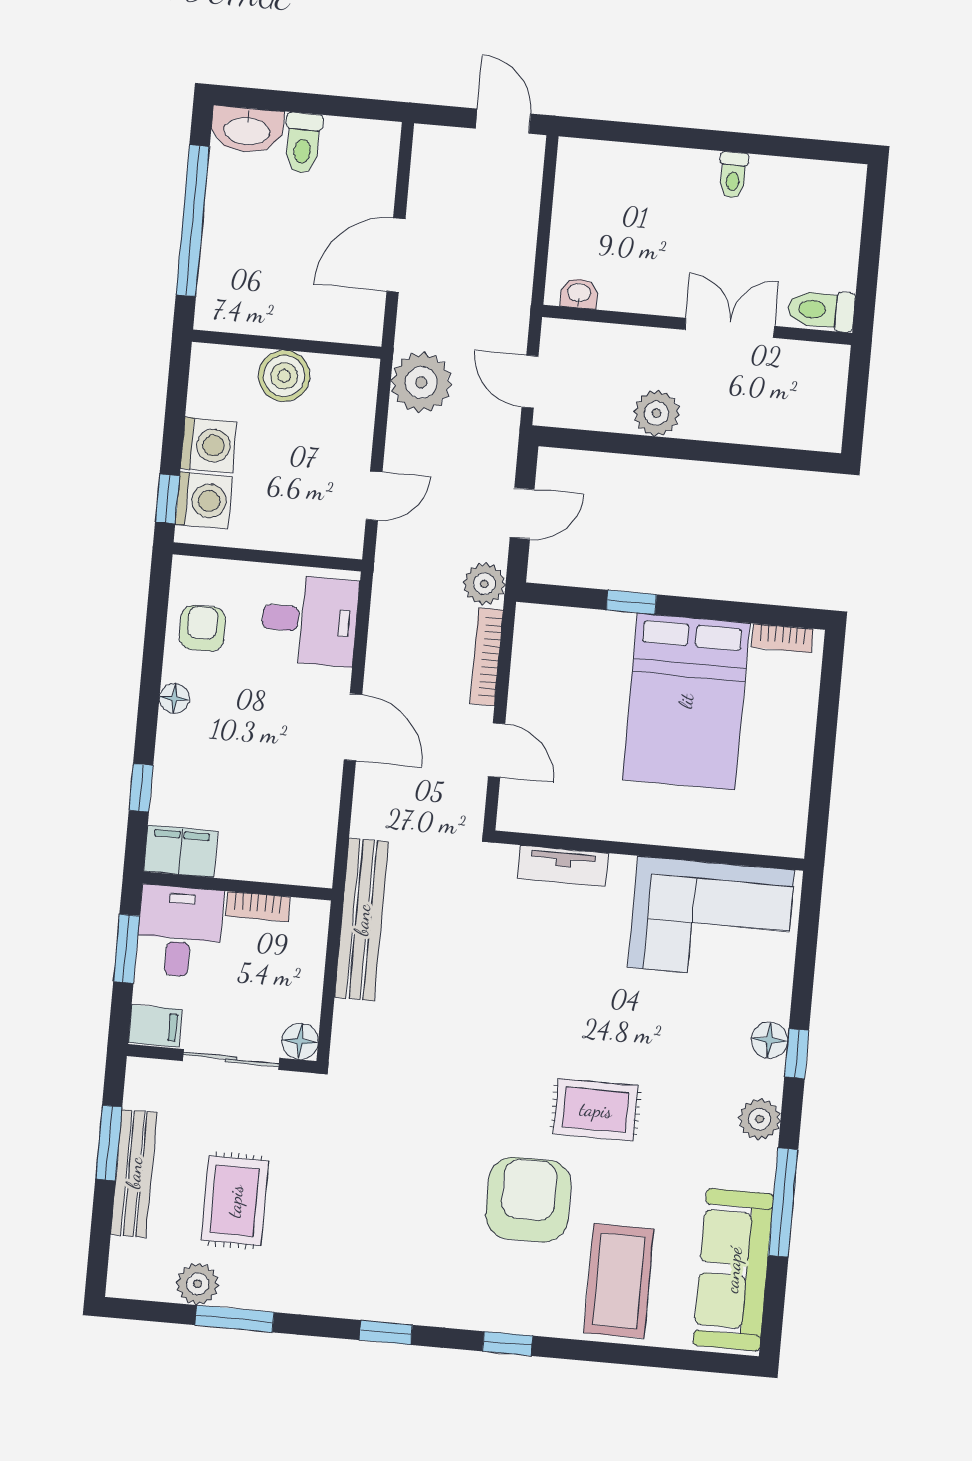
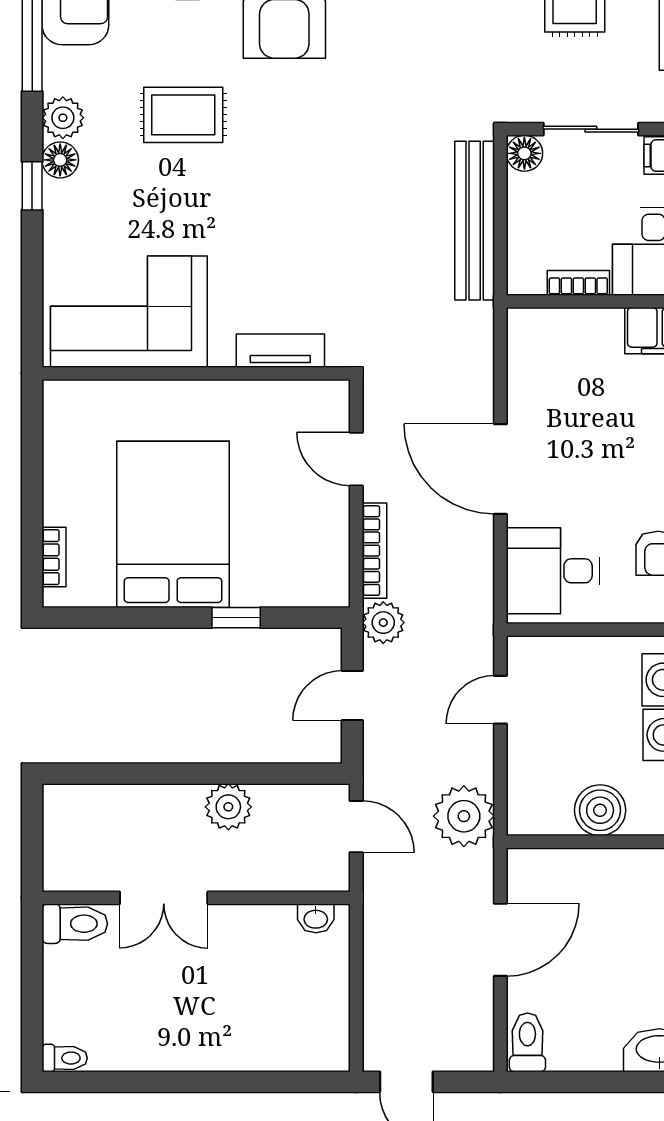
toilet: (303, 143) -> (527, 1042), moved
toilet: (733, 175) -> (65, 1058), moved, turned 90
bookcase: (782, 638) -> (54, 557), moved, turned 90
door: (353, 727) -> (500, 469), width x1.36
bench: (362, 920) -> (475, 221), moved
floor lamp: (769, 1040) -> (60, 160), moved
rug: (596, 1110) -> (183, 115), moved

